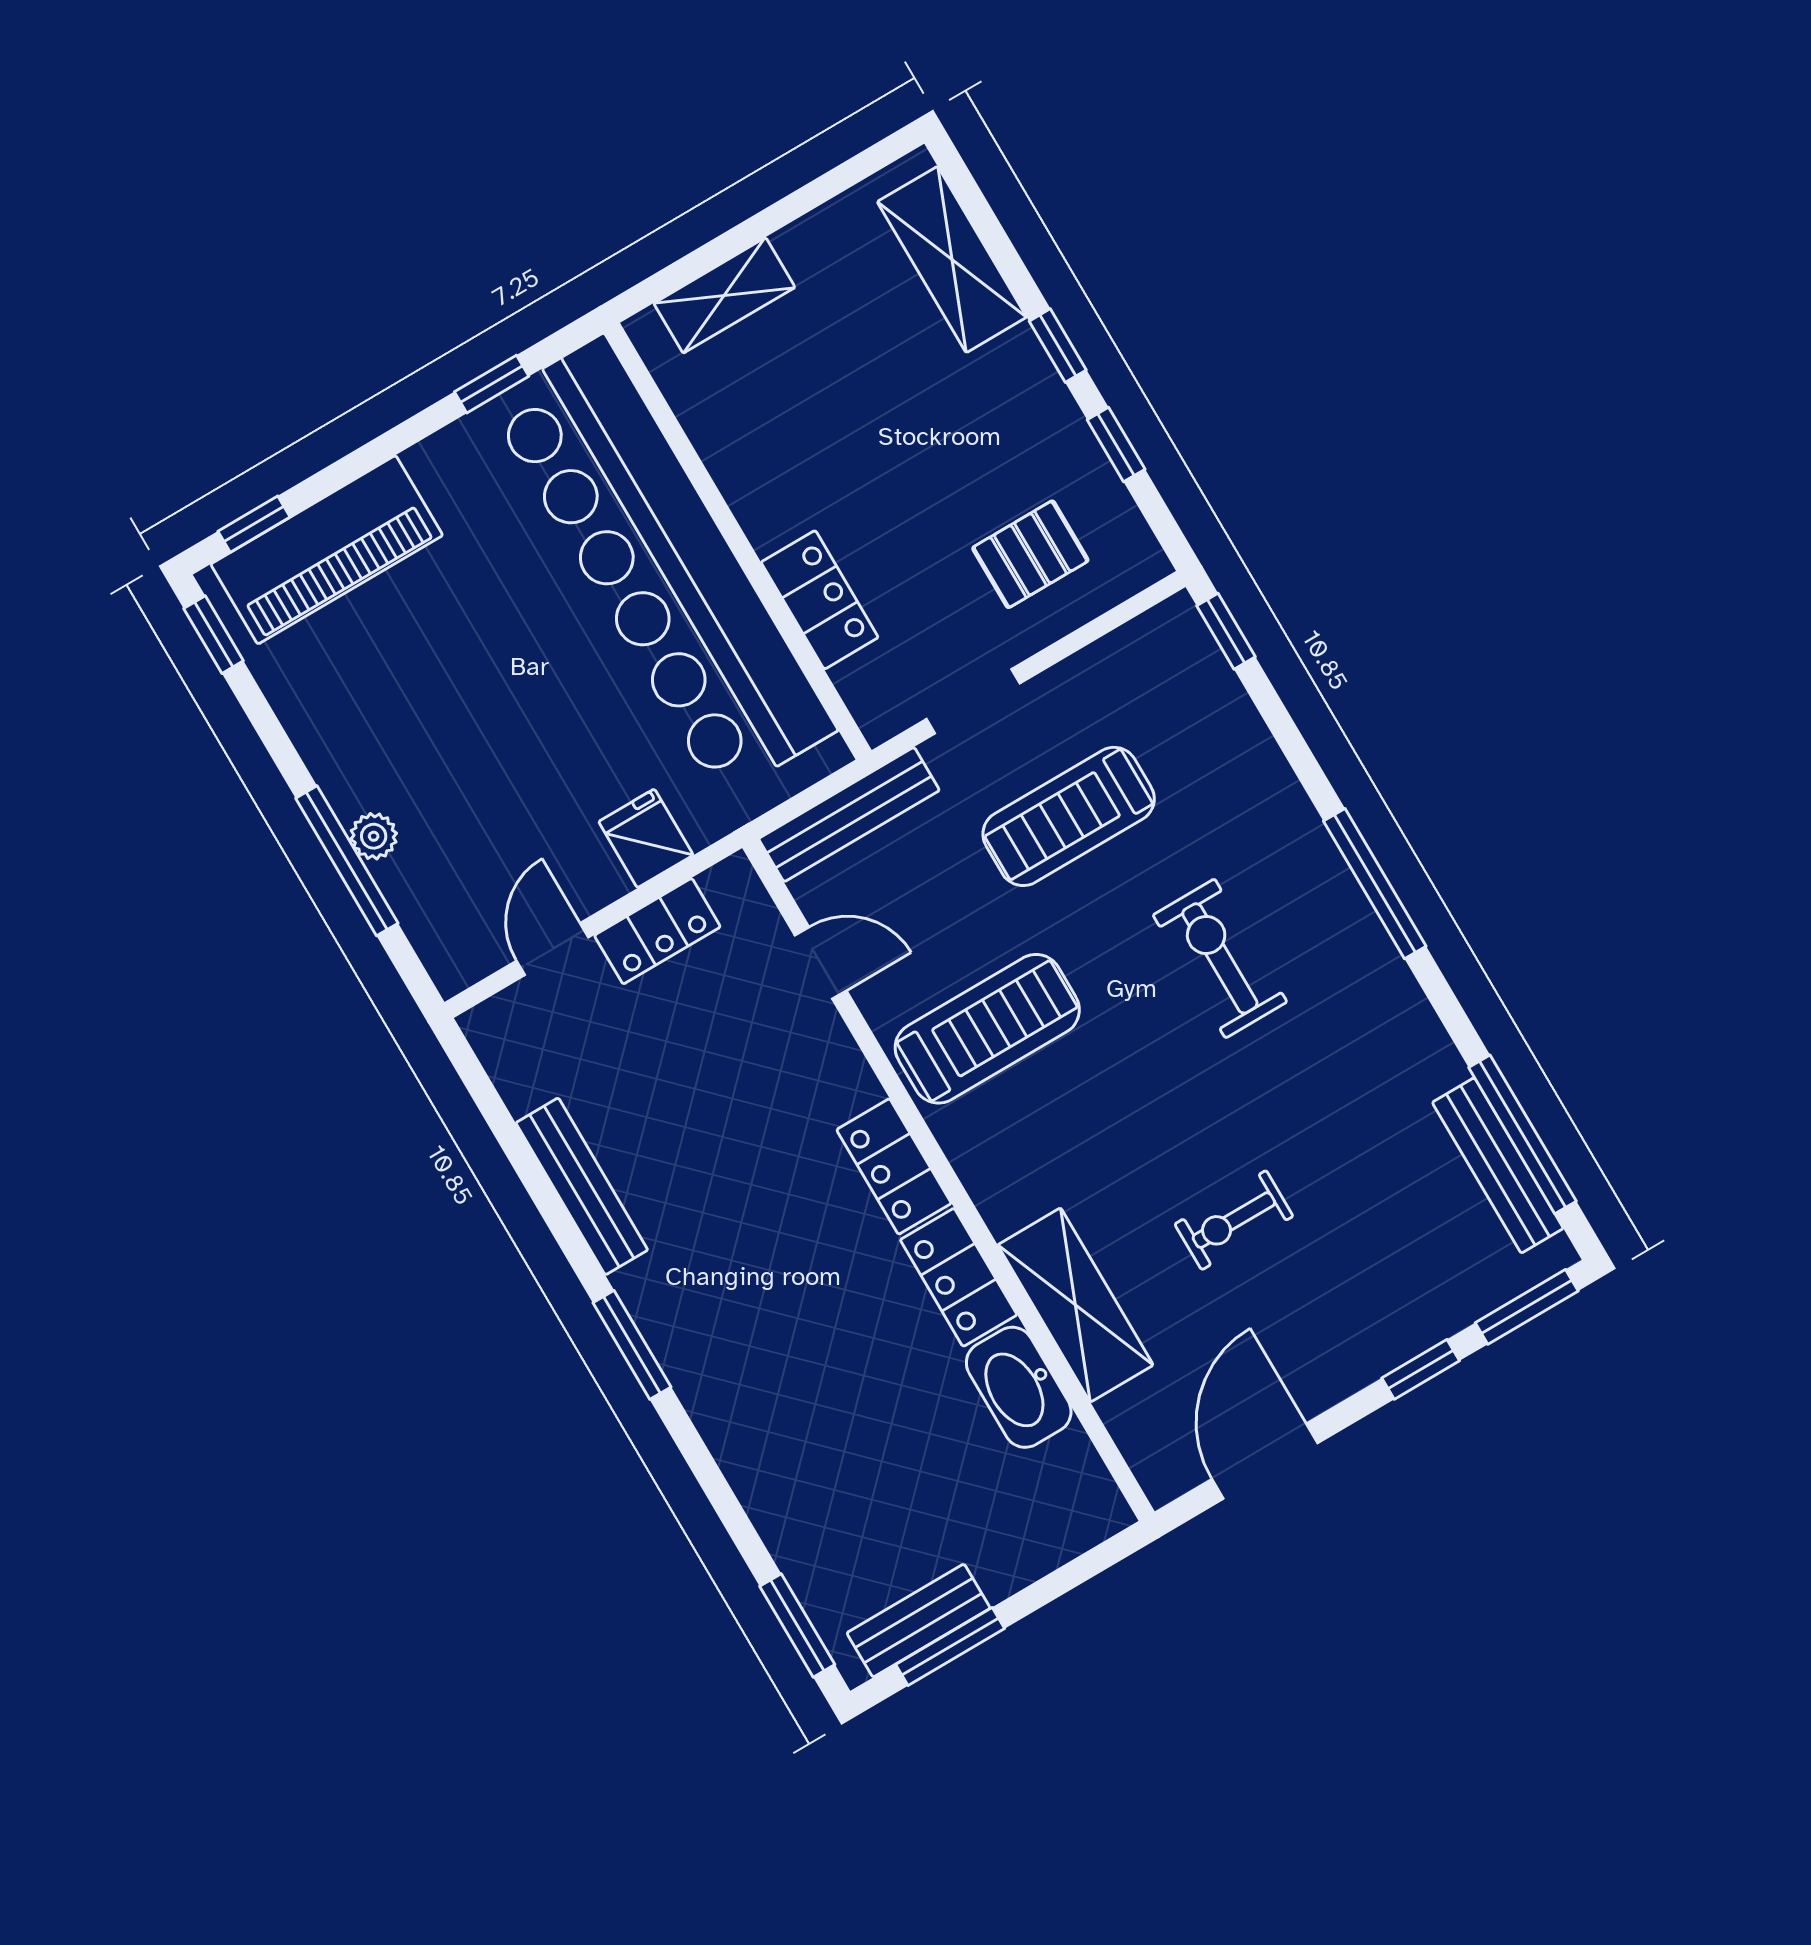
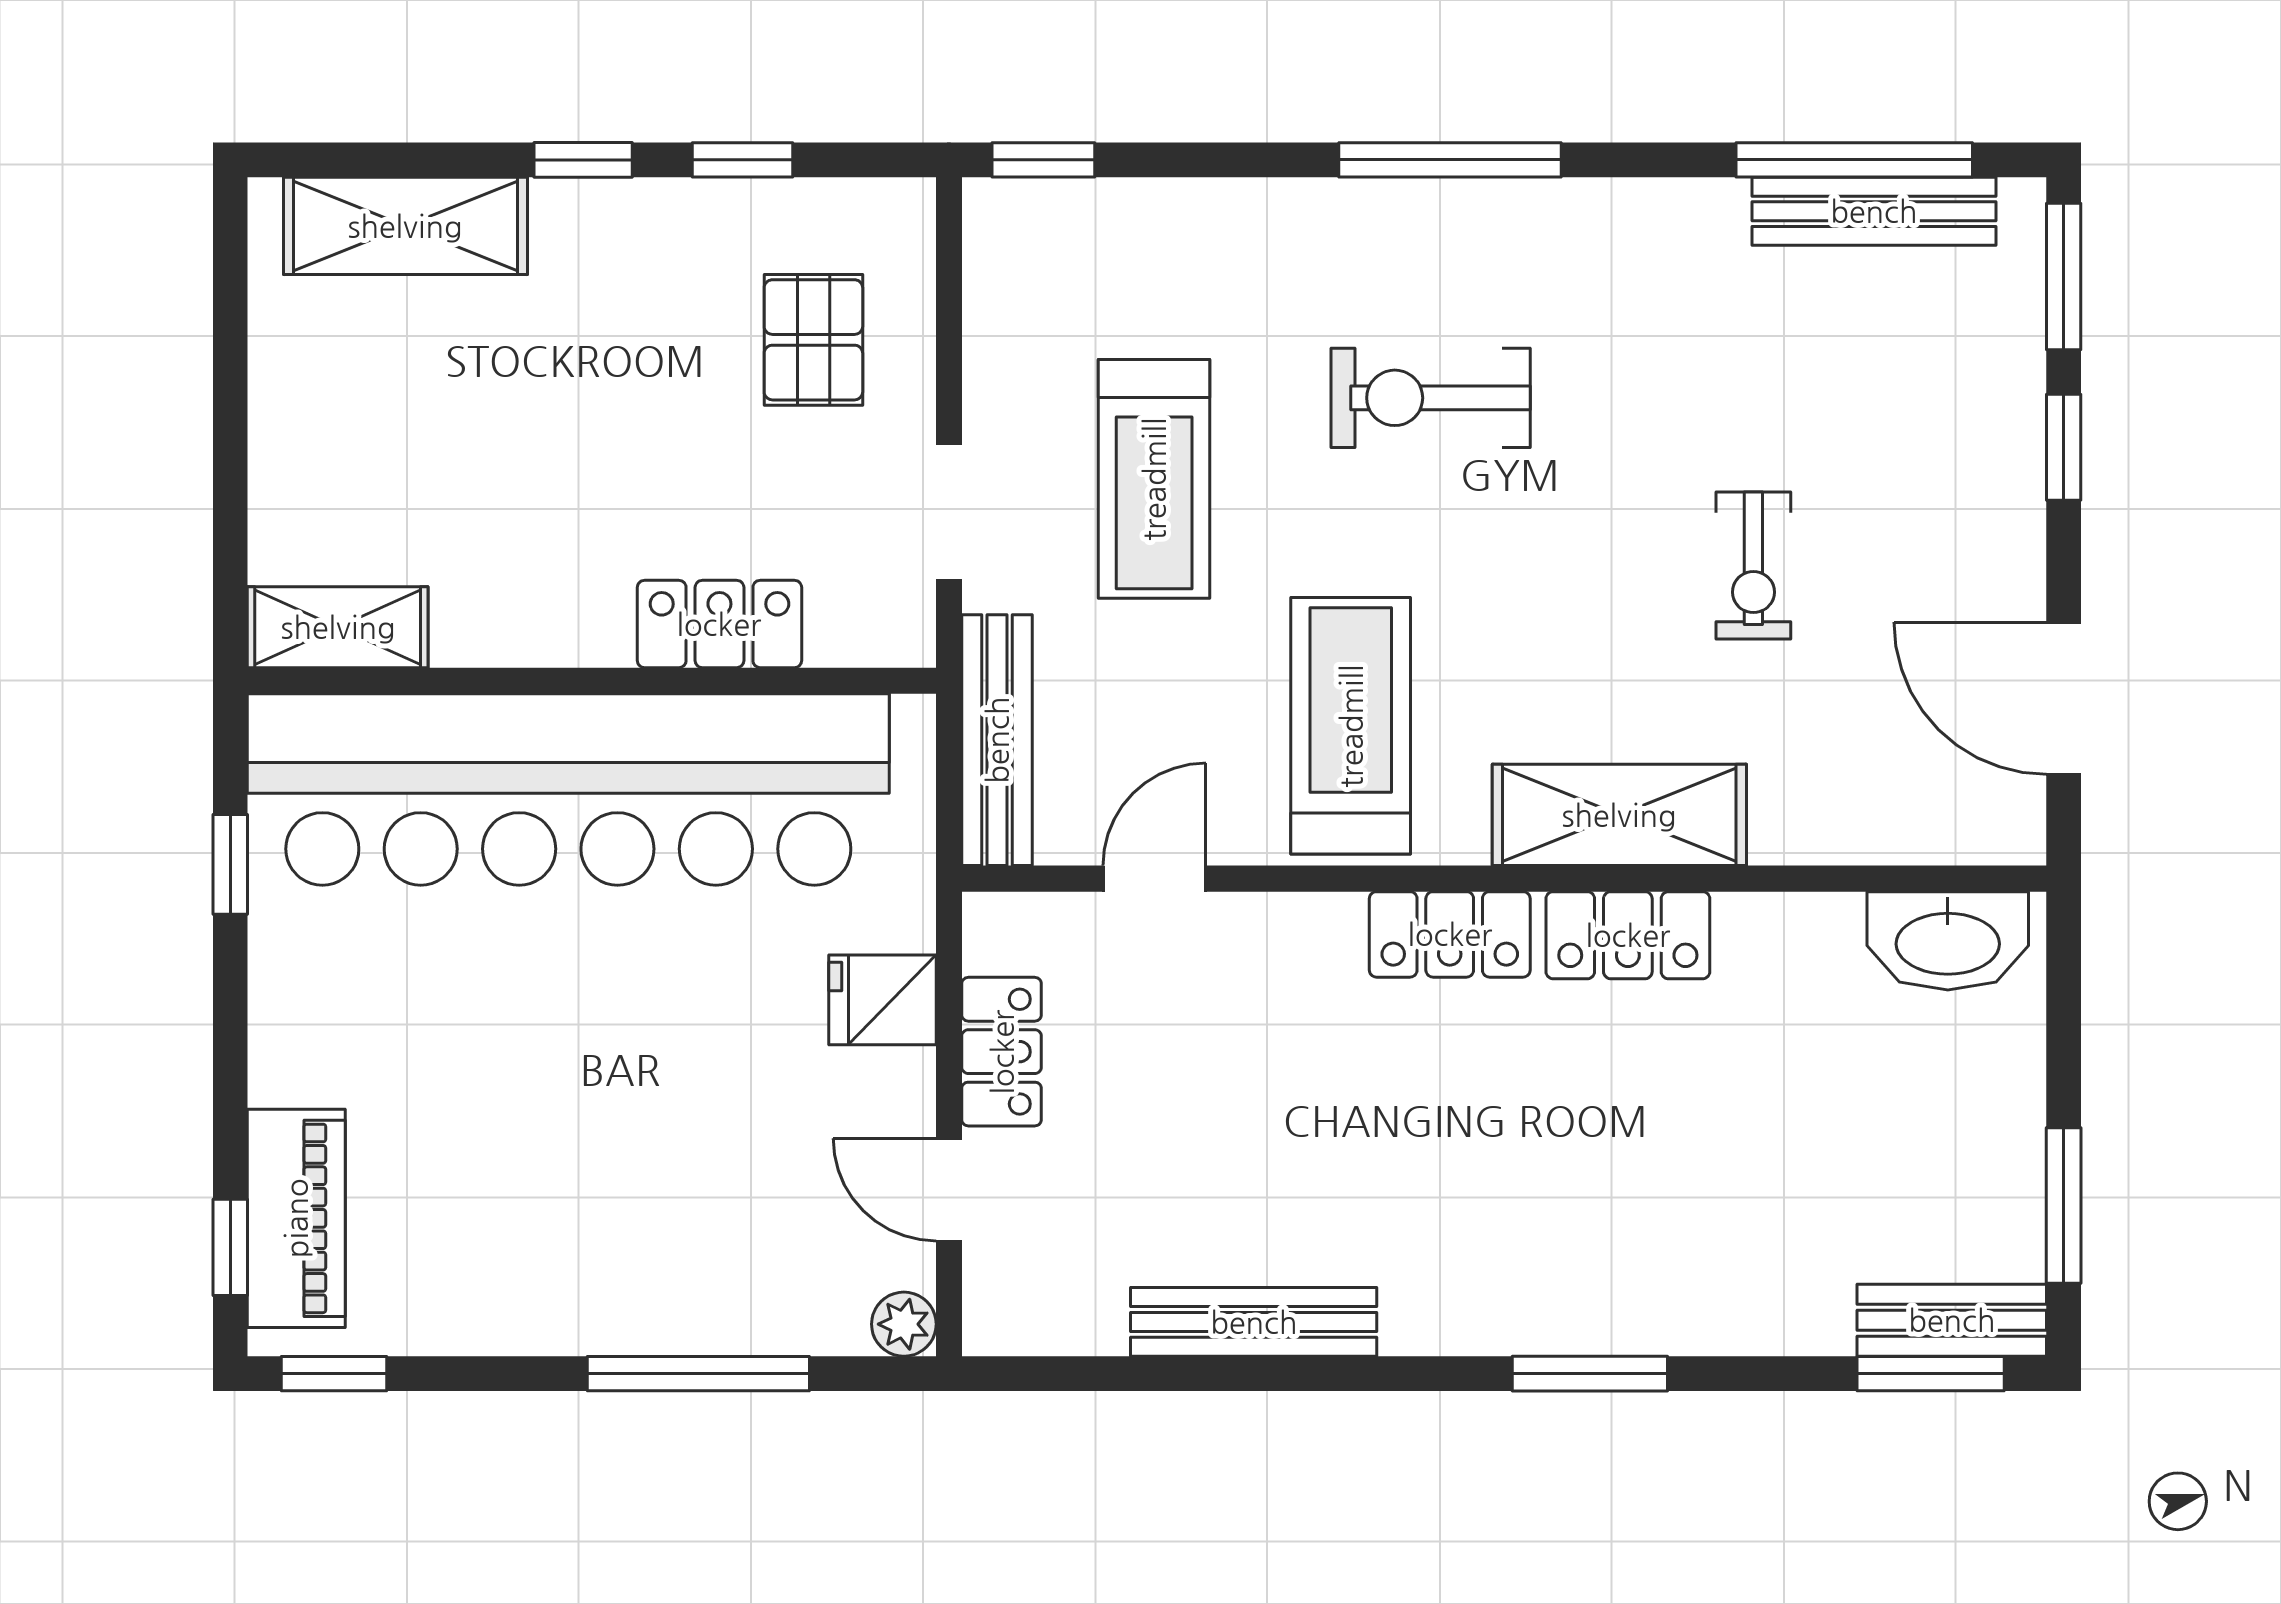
shelving: (724, 295) -> (338, 627), moved, turned 90
piano: (327, 550) -> (296, 1218), width x0.73, depth x0.75
plant: (374, 836) -> (904, 1324), moved
shelving: (1075, 1305) -> (1619, 815), moved
window: (632, 1345) -> (1590, 1374), moved
washbasin: (1019, 1387) -> (1948, 941), moved
bench: (919, 1621) -> (1952, 1320), moved, turned 90

